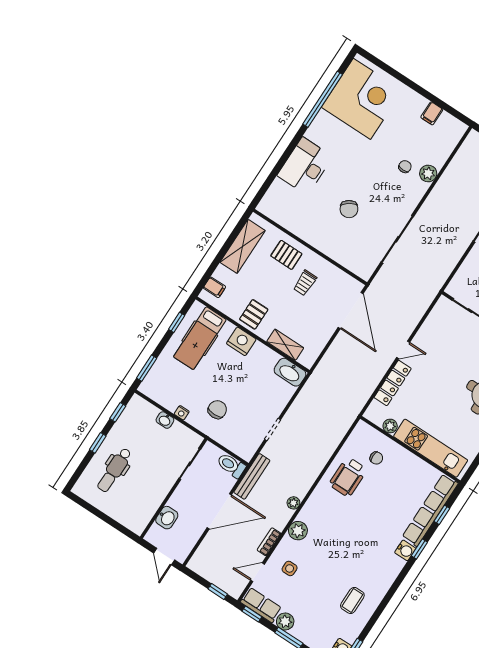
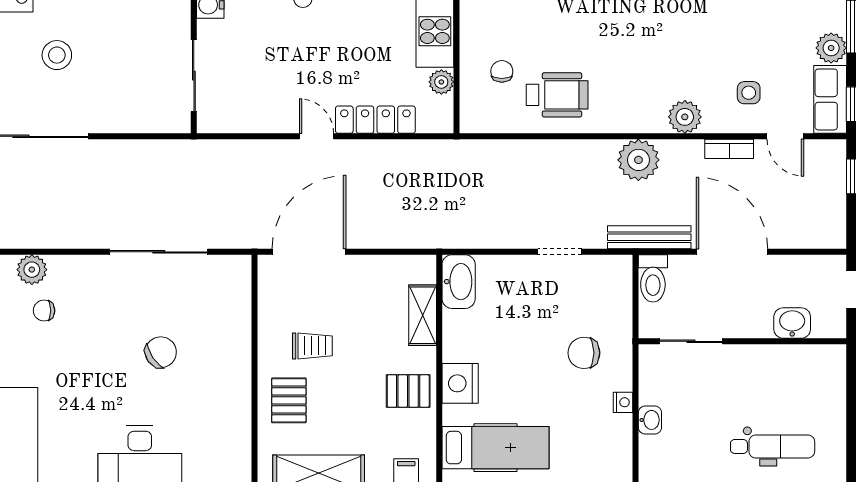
plant: (293, 503) -> (638, 160), width x1.88, depth x1.88

